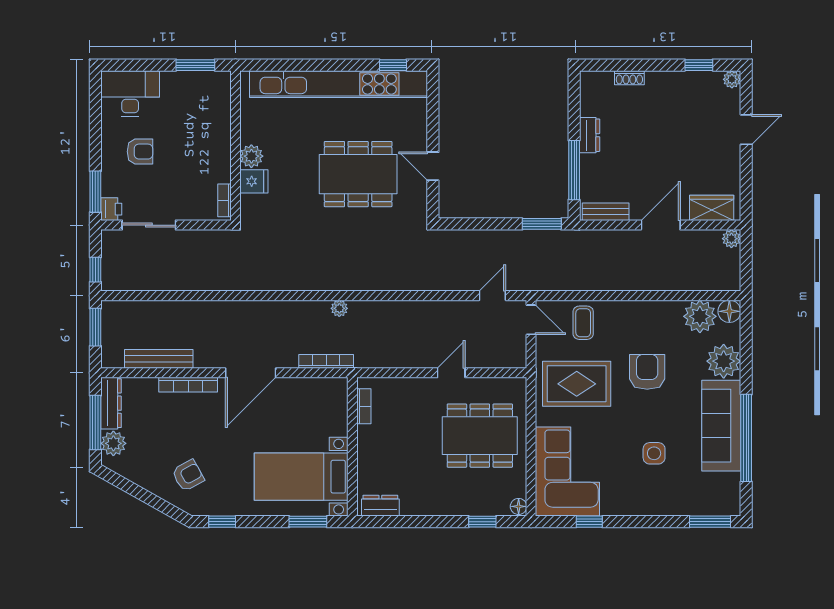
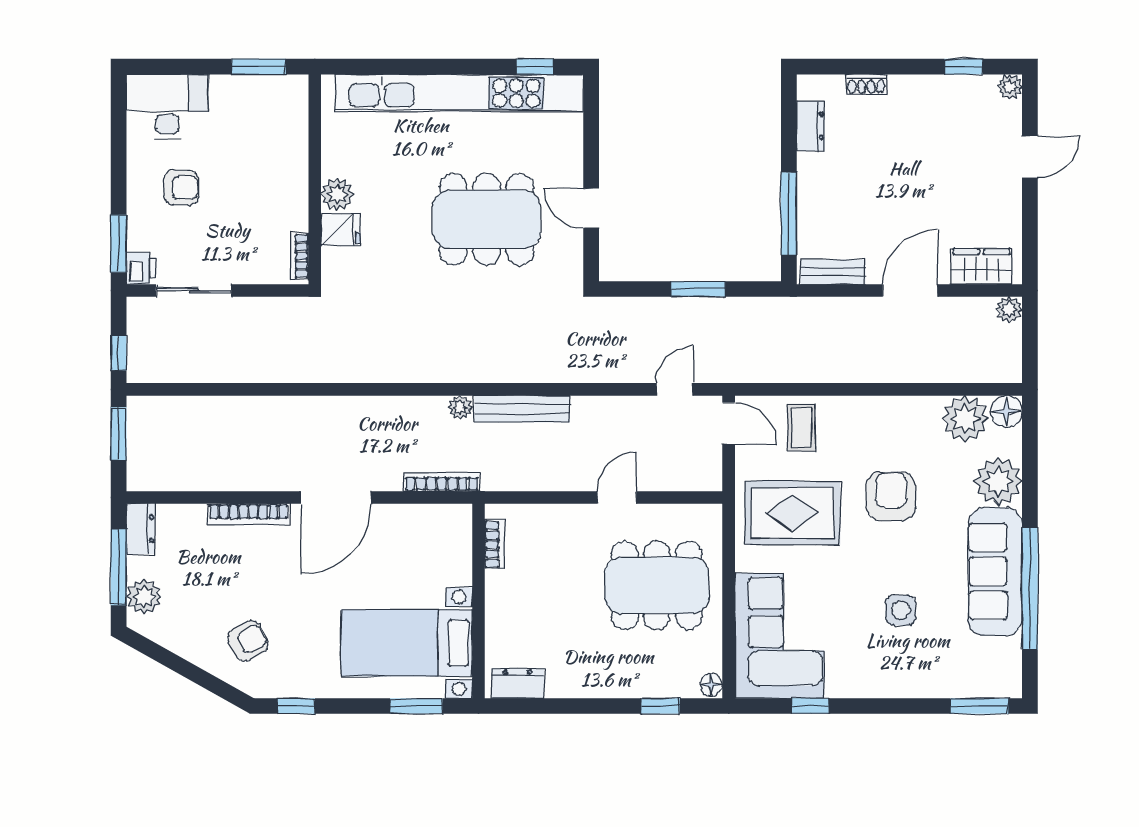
dresser: (590, 135) -> (811, 126), moved
window: (542, 224) -> (698, 289), moved
bench: (159, 359) -> (522, 409), moved
dresser: (111, 403) -> (141, 529), width x0.70

